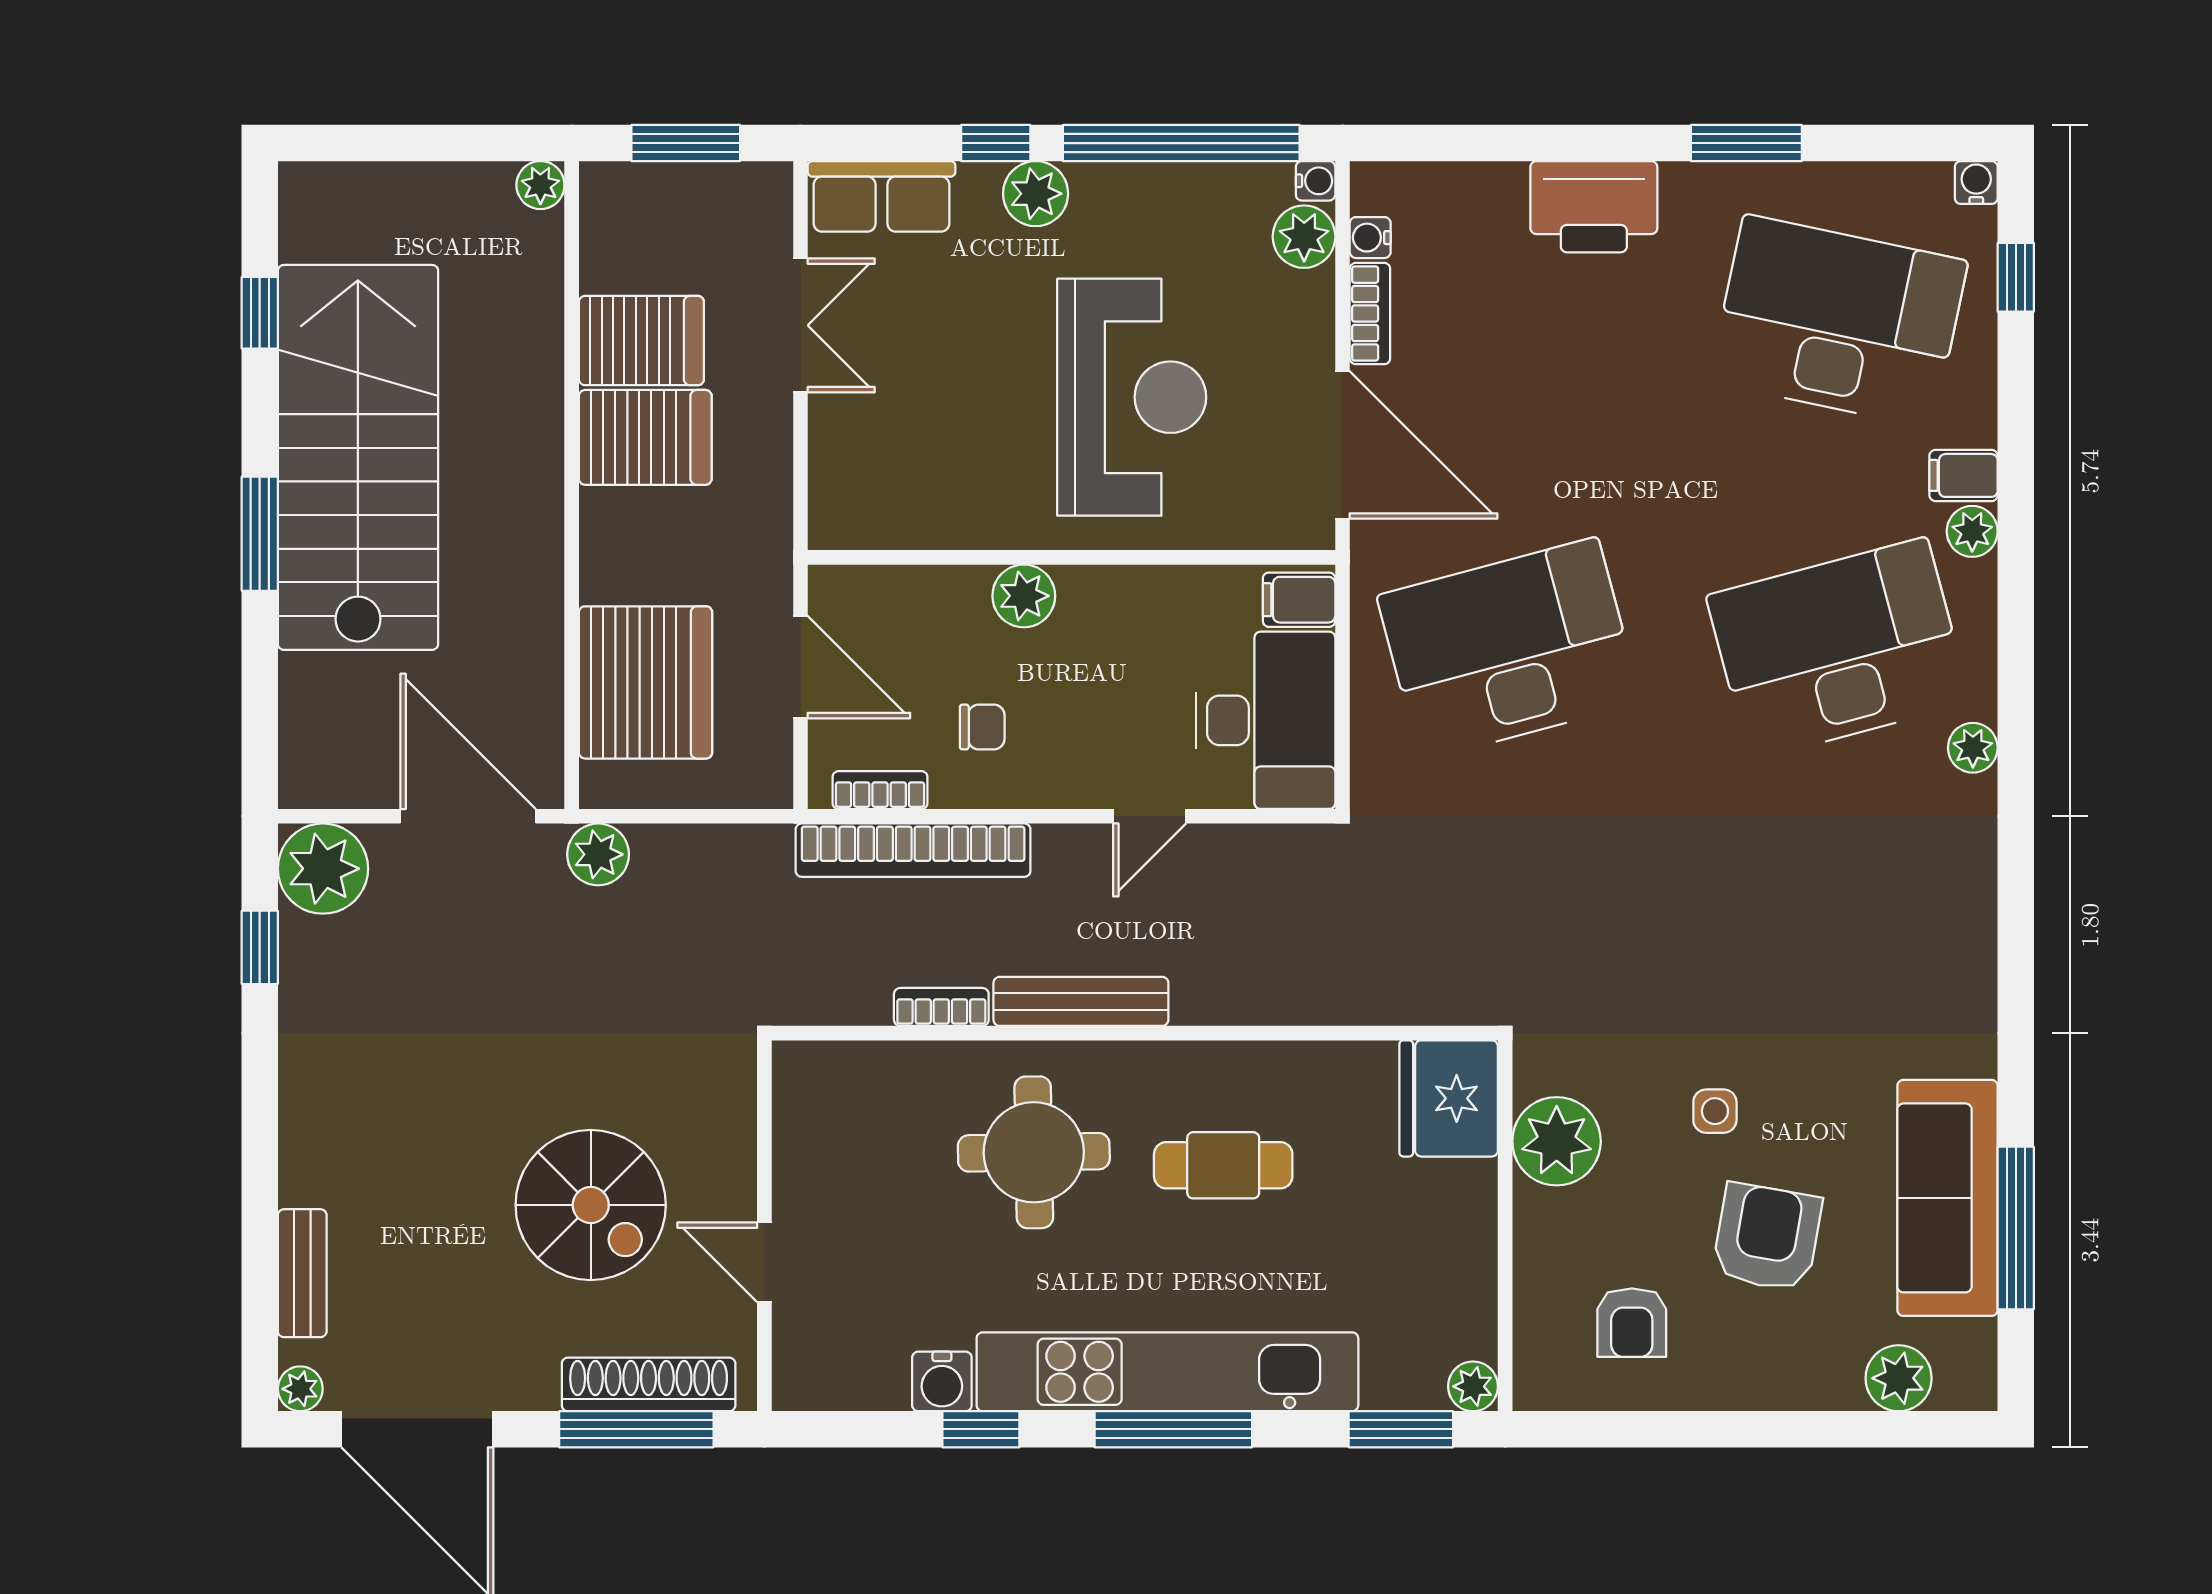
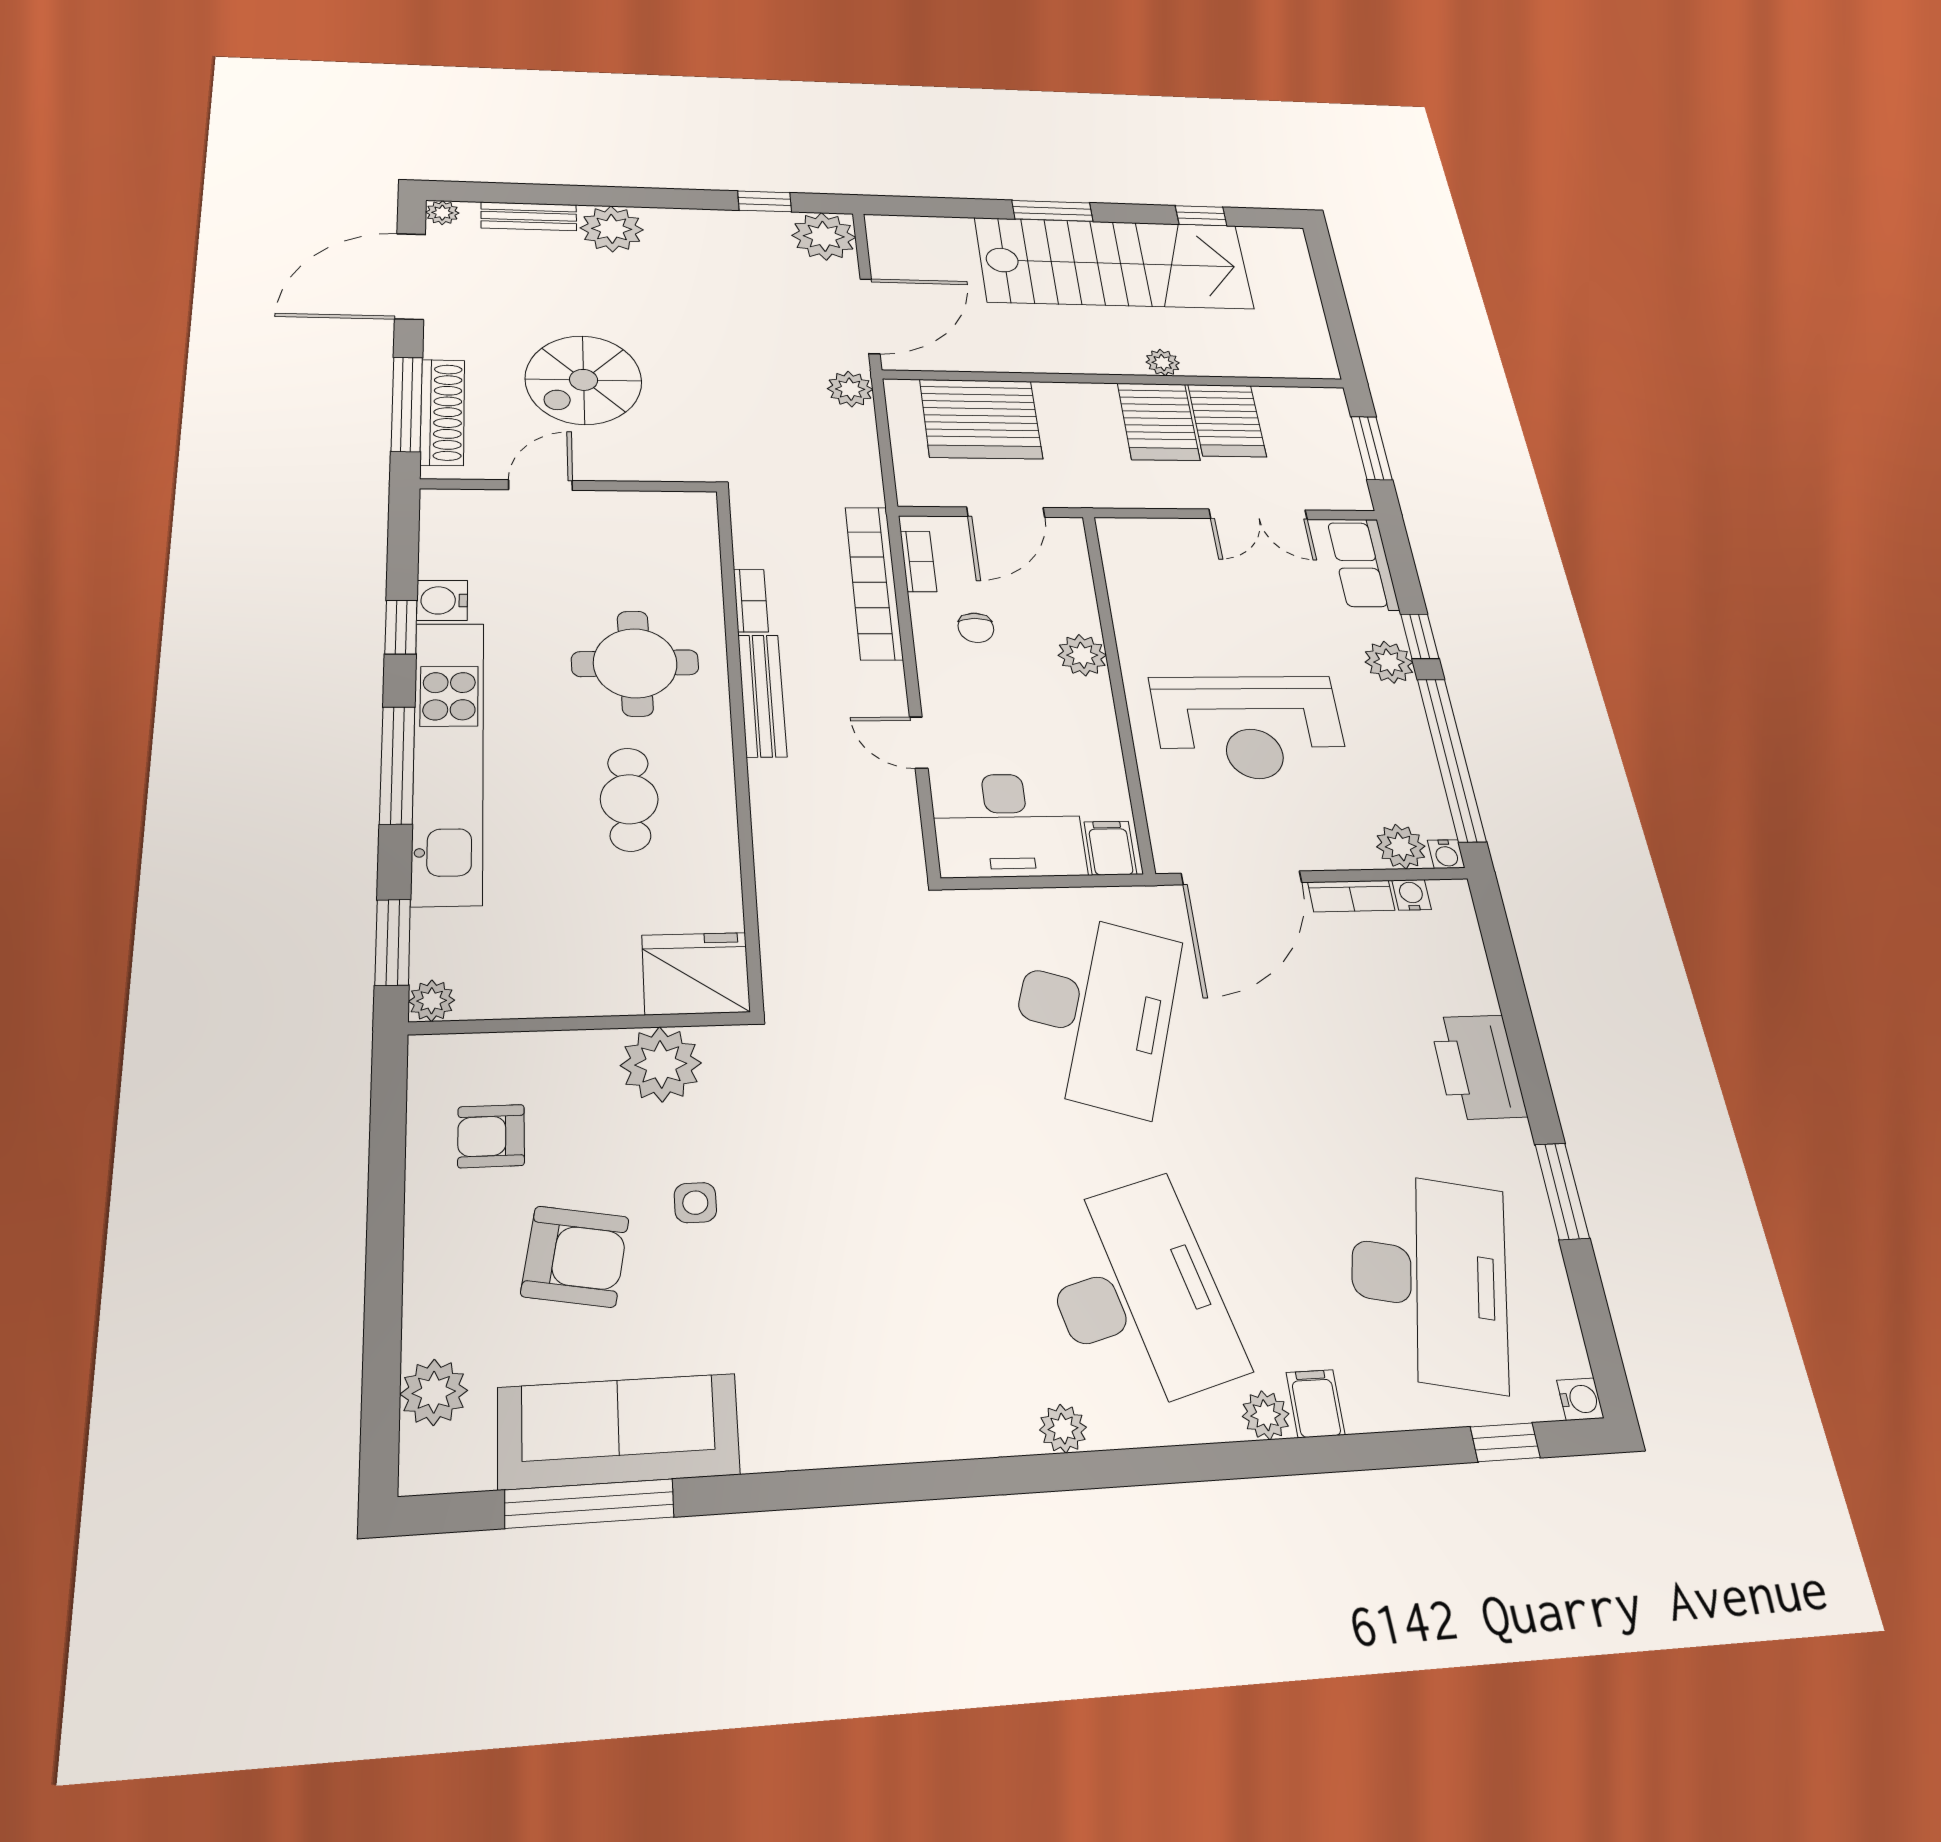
plant: (540, 185) -> (1163, 363), moved
desk: (1509, 649) -> (1094, 1011), turned 33
plant: (321, 1161) -> (612, 229), added

